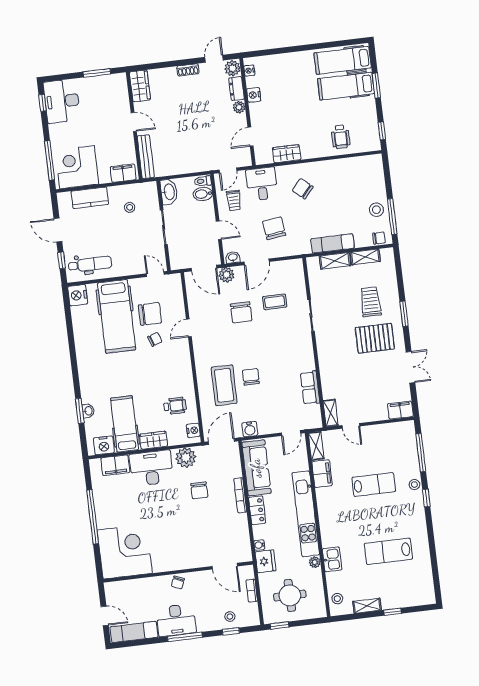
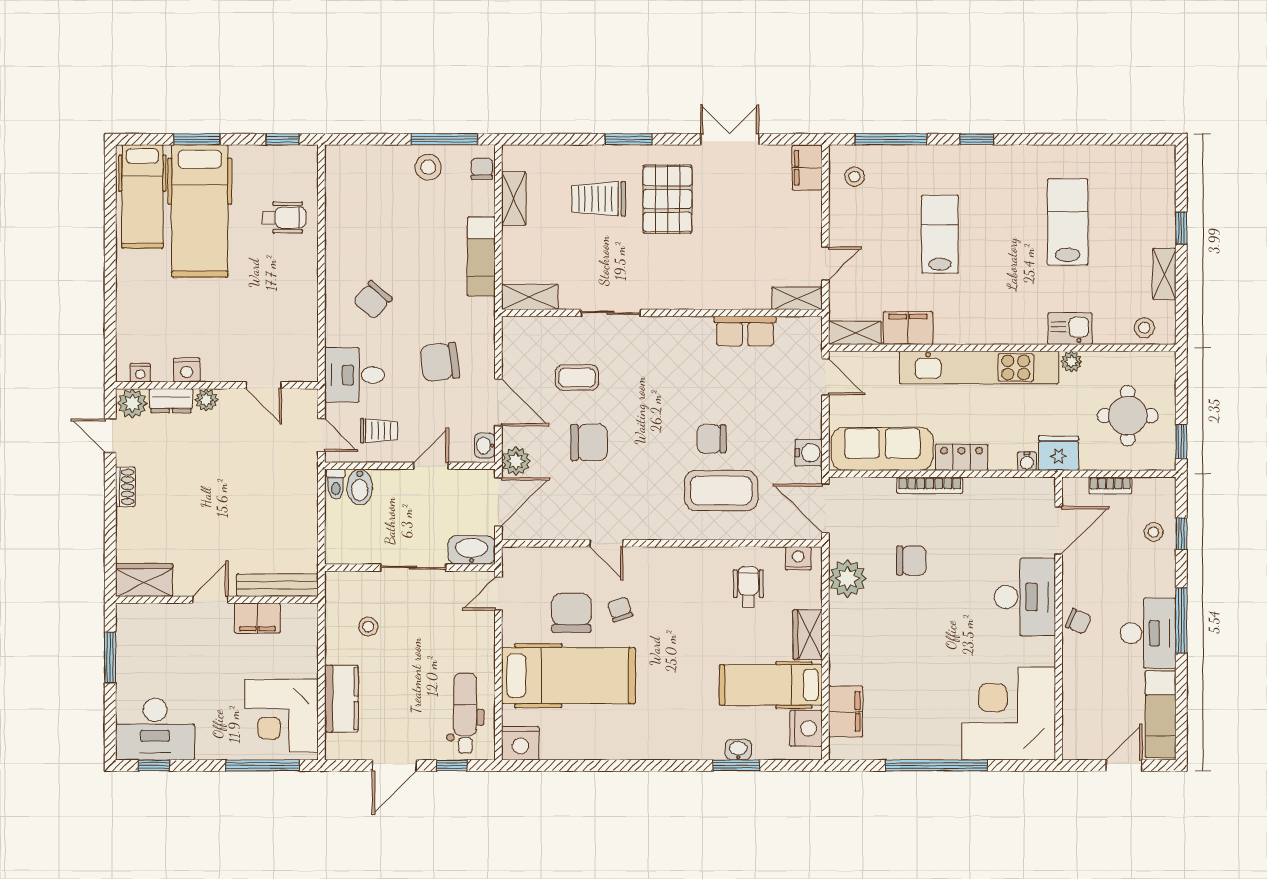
hospital bed: (346, 86) -> (200, 211), width x1.37, depth x1.29
wardrobe: (287, 154) -> (304, 322), removed
filing cabinet: (123, 173) -> (257, 618), moved, turned -90
washbasin: (169, 192) -> (472, 550), moved
shelving: (335, 261) -> (530, 297), moved, turned 90
coffee table: (275, 302) -> (577, 378), turned 90
desk: (151, 468) -> (1025, 597), moved, turned 180
stool: (414, 485) -> (854, 177), moved
lab bench: (388, 551) -> (1068, 222), turned 180

